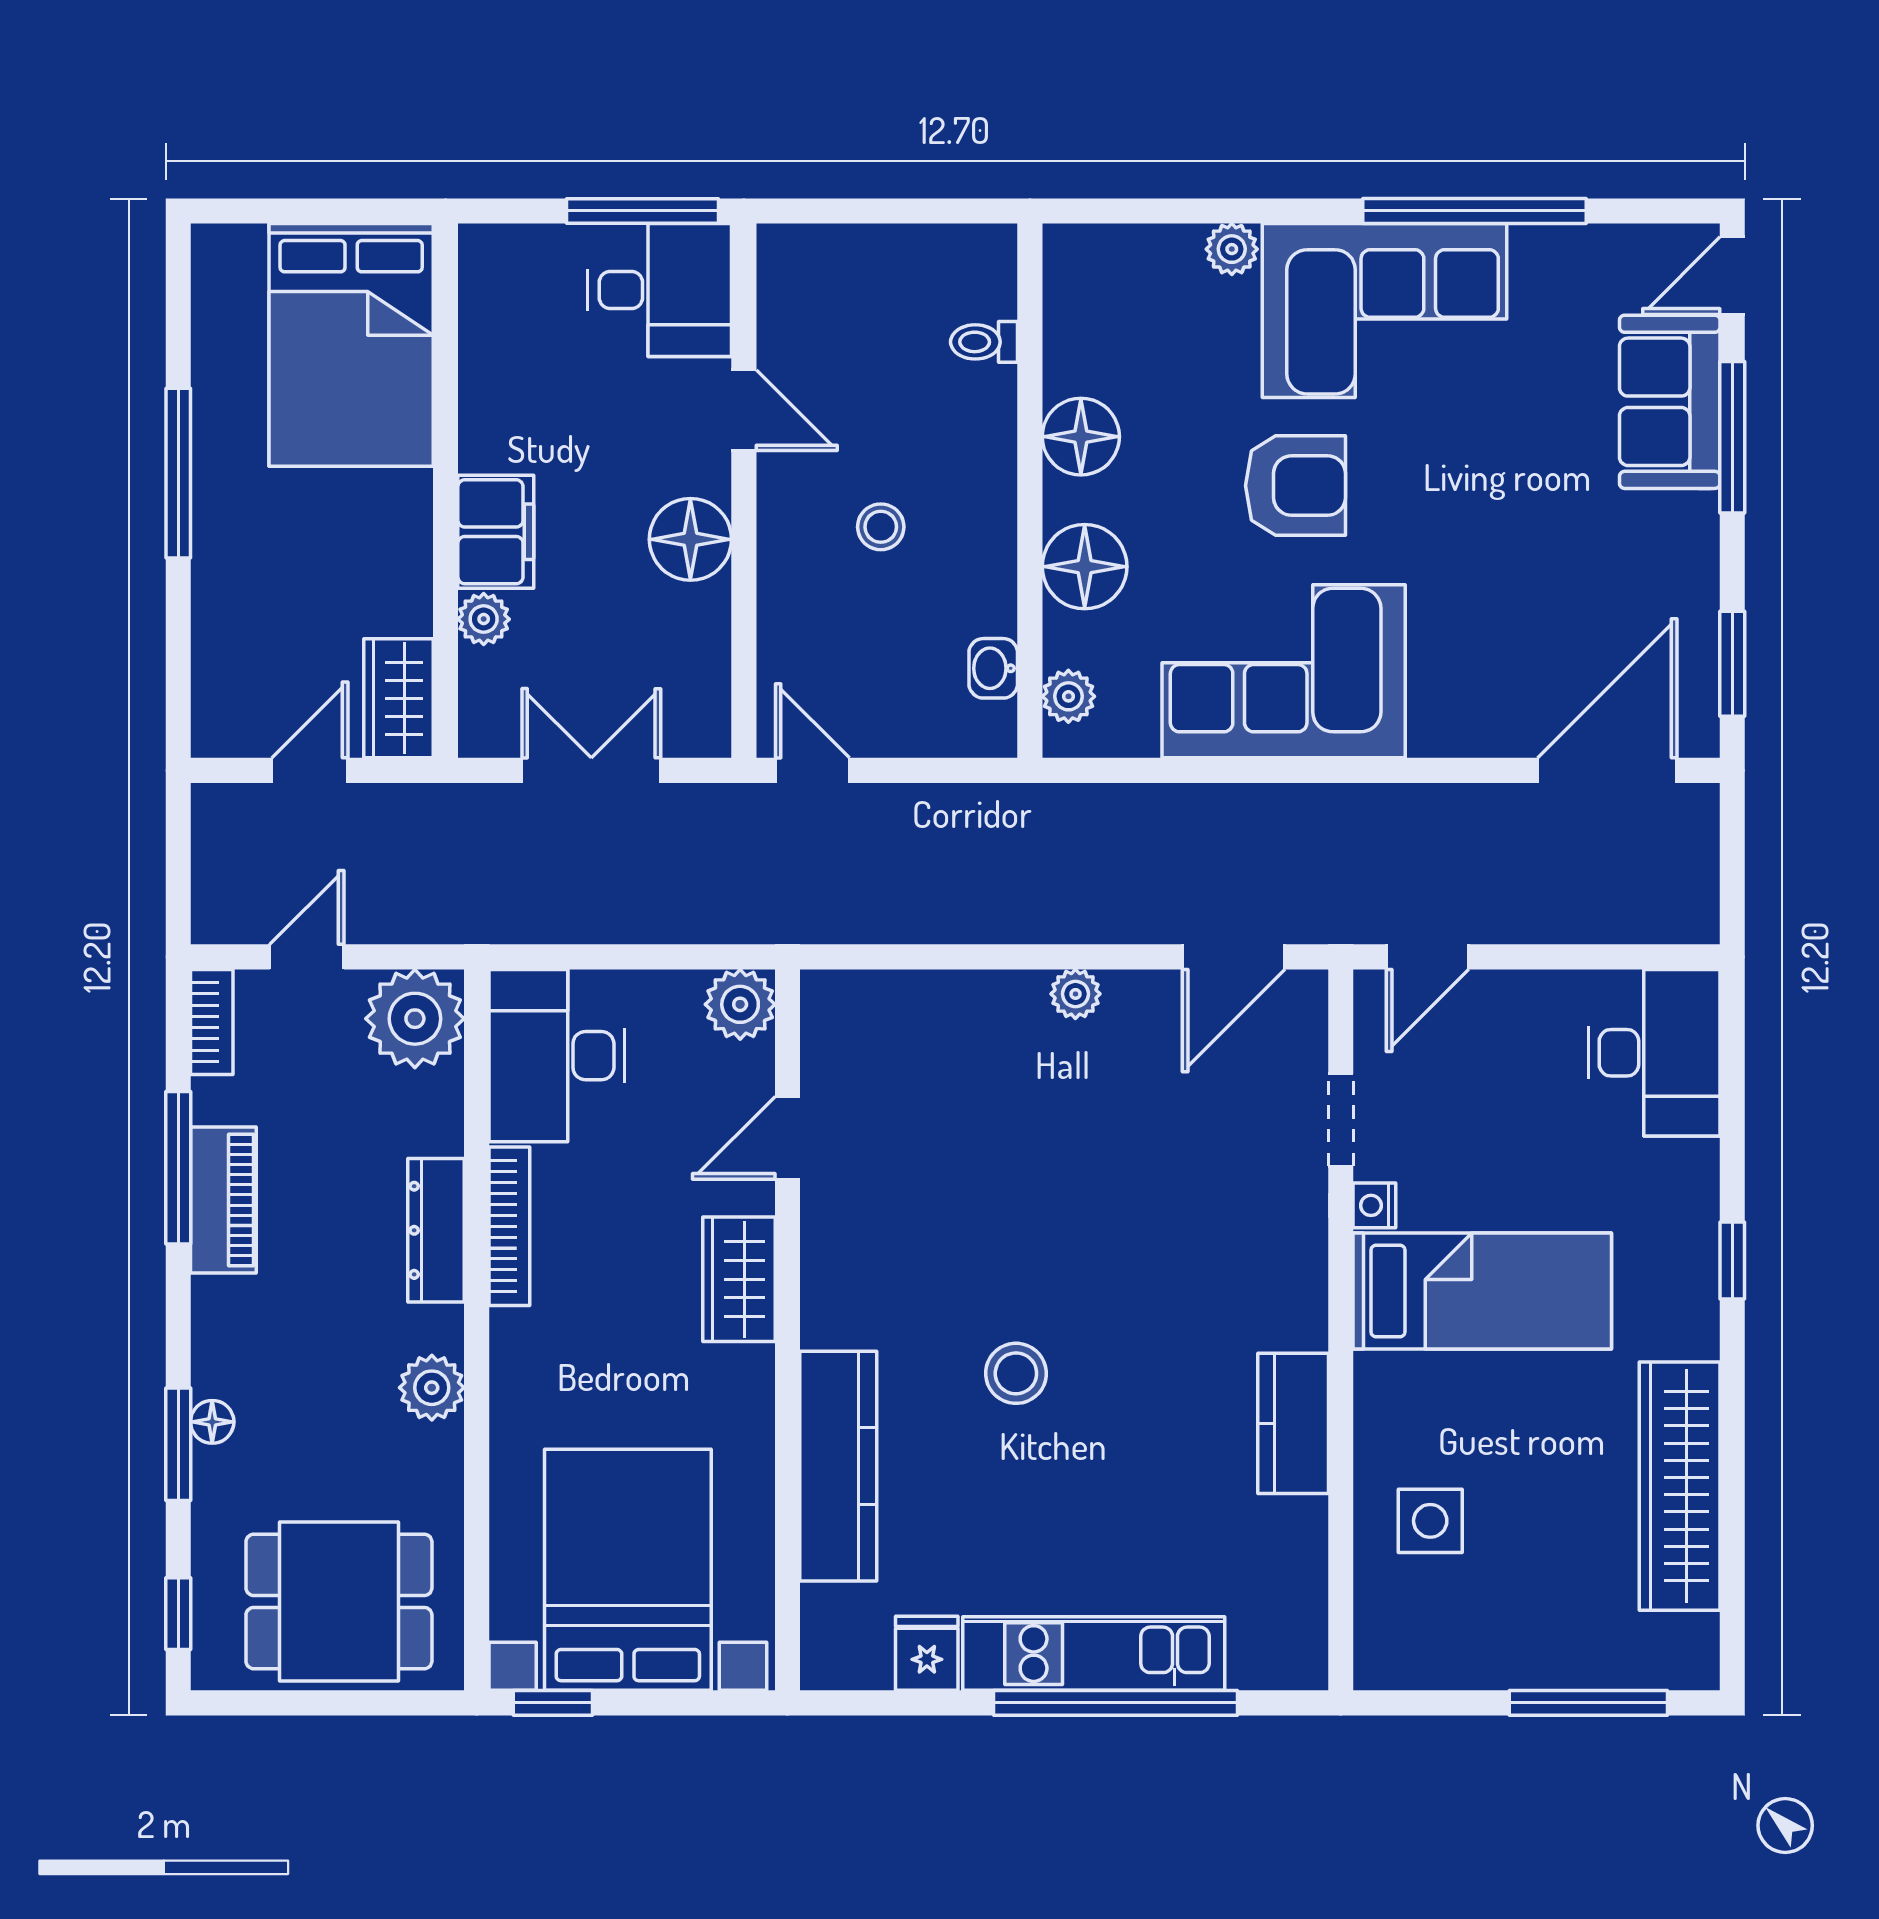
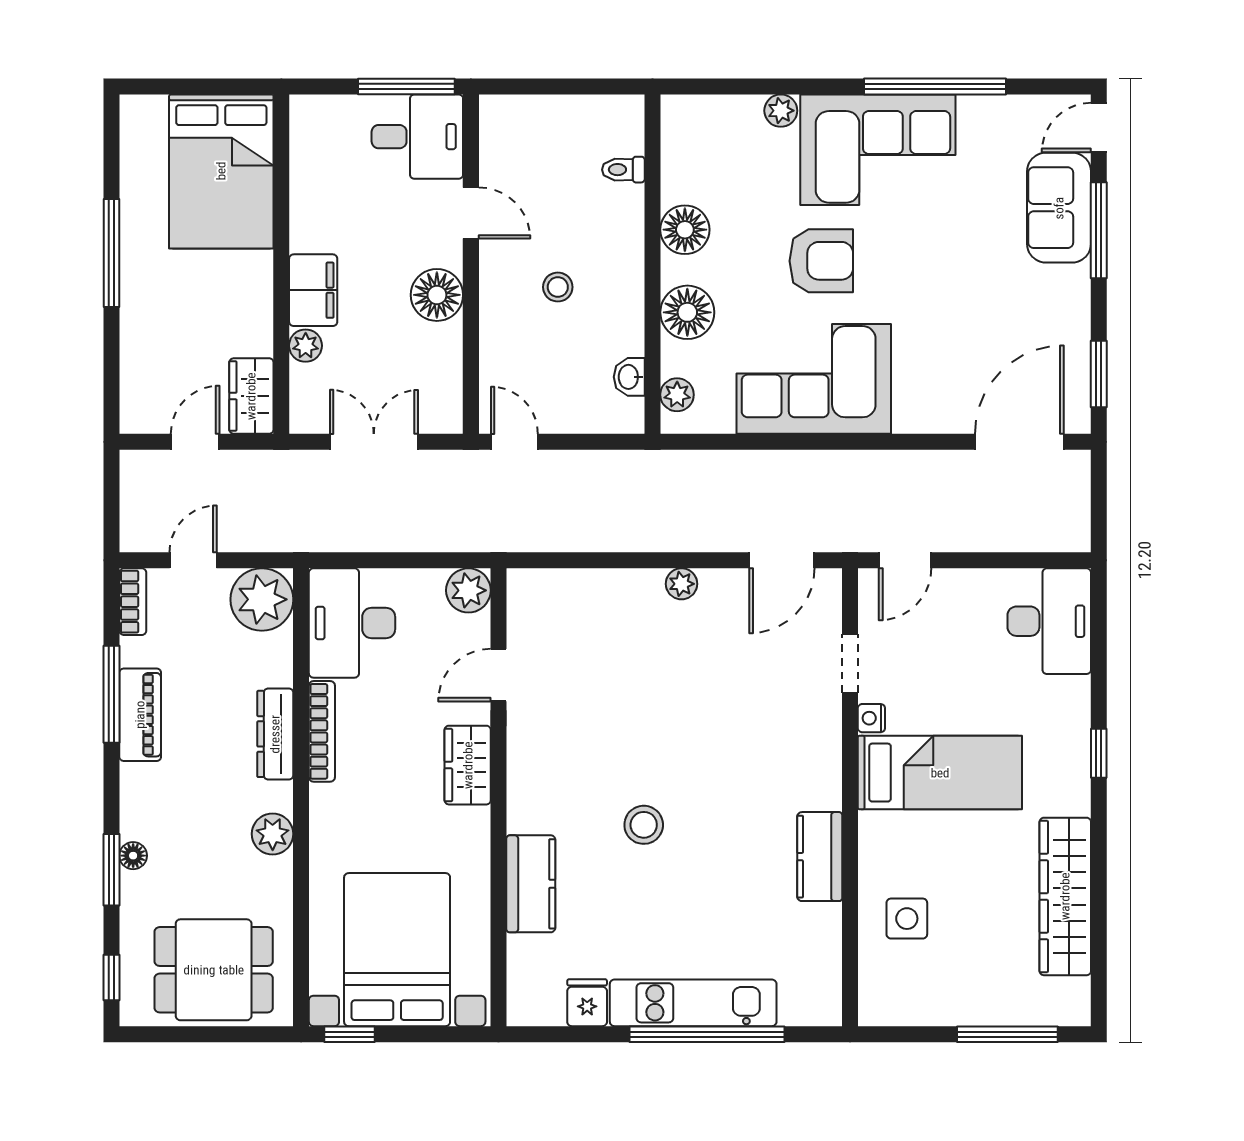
kitchen counter: (838, 1466) -> (531, 884), width x0.67

